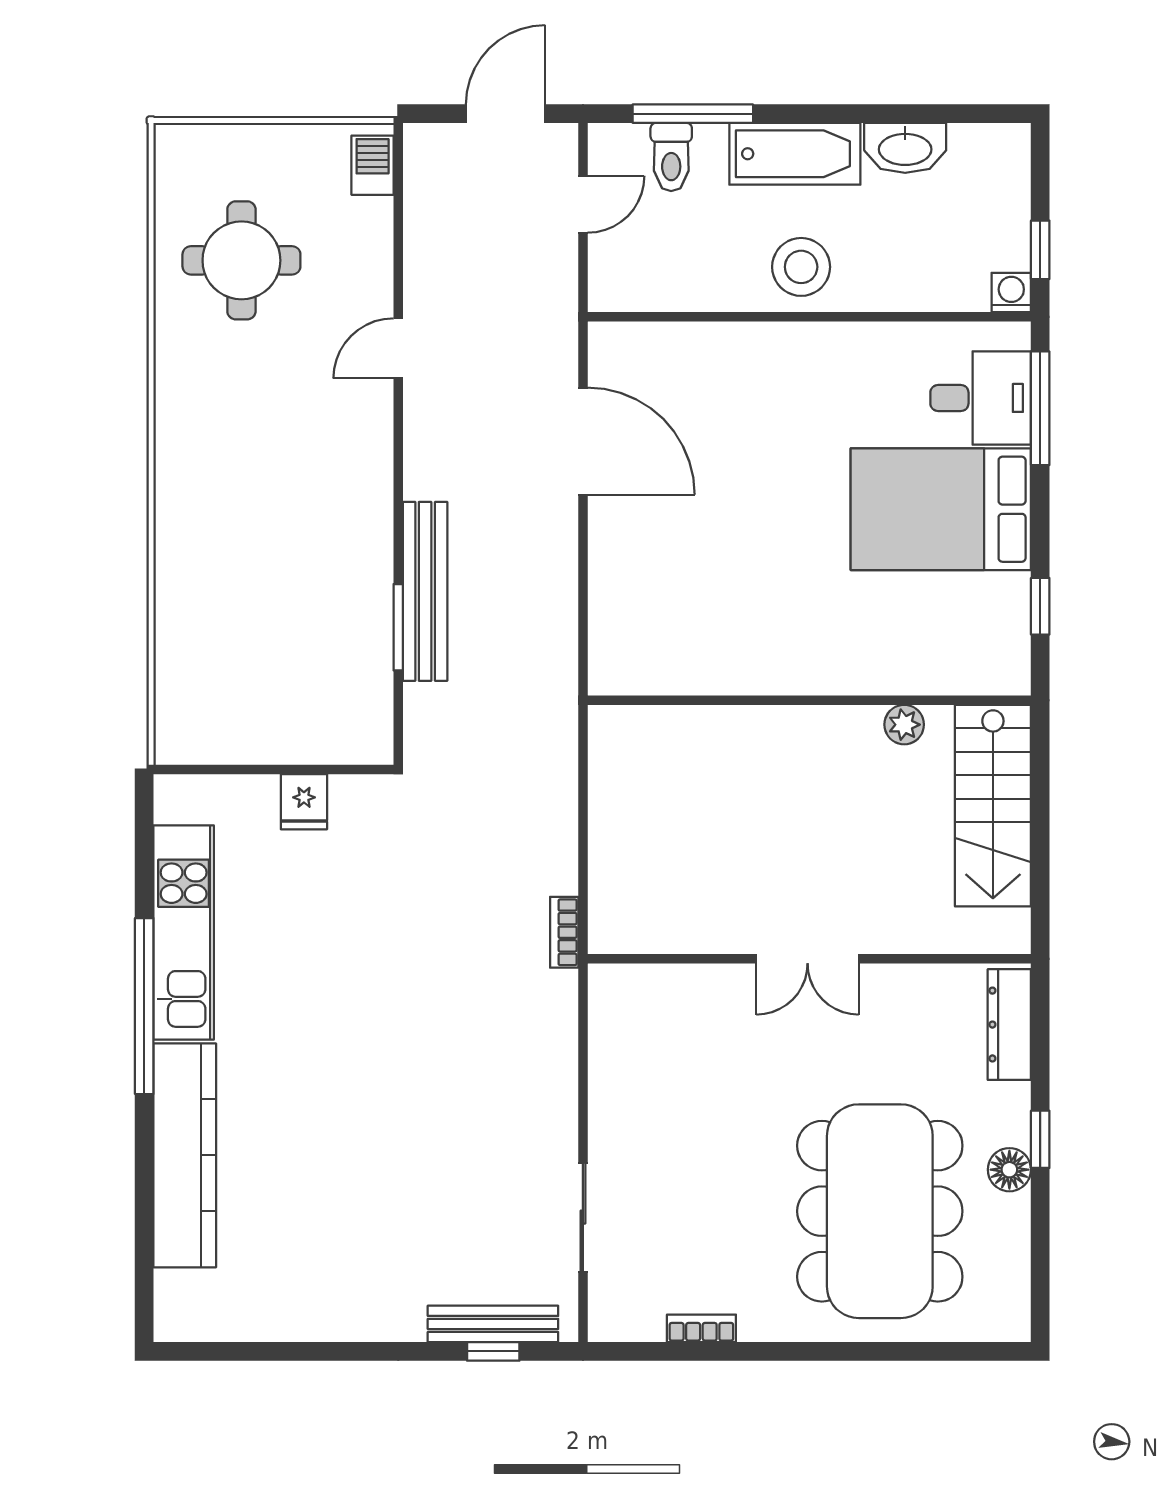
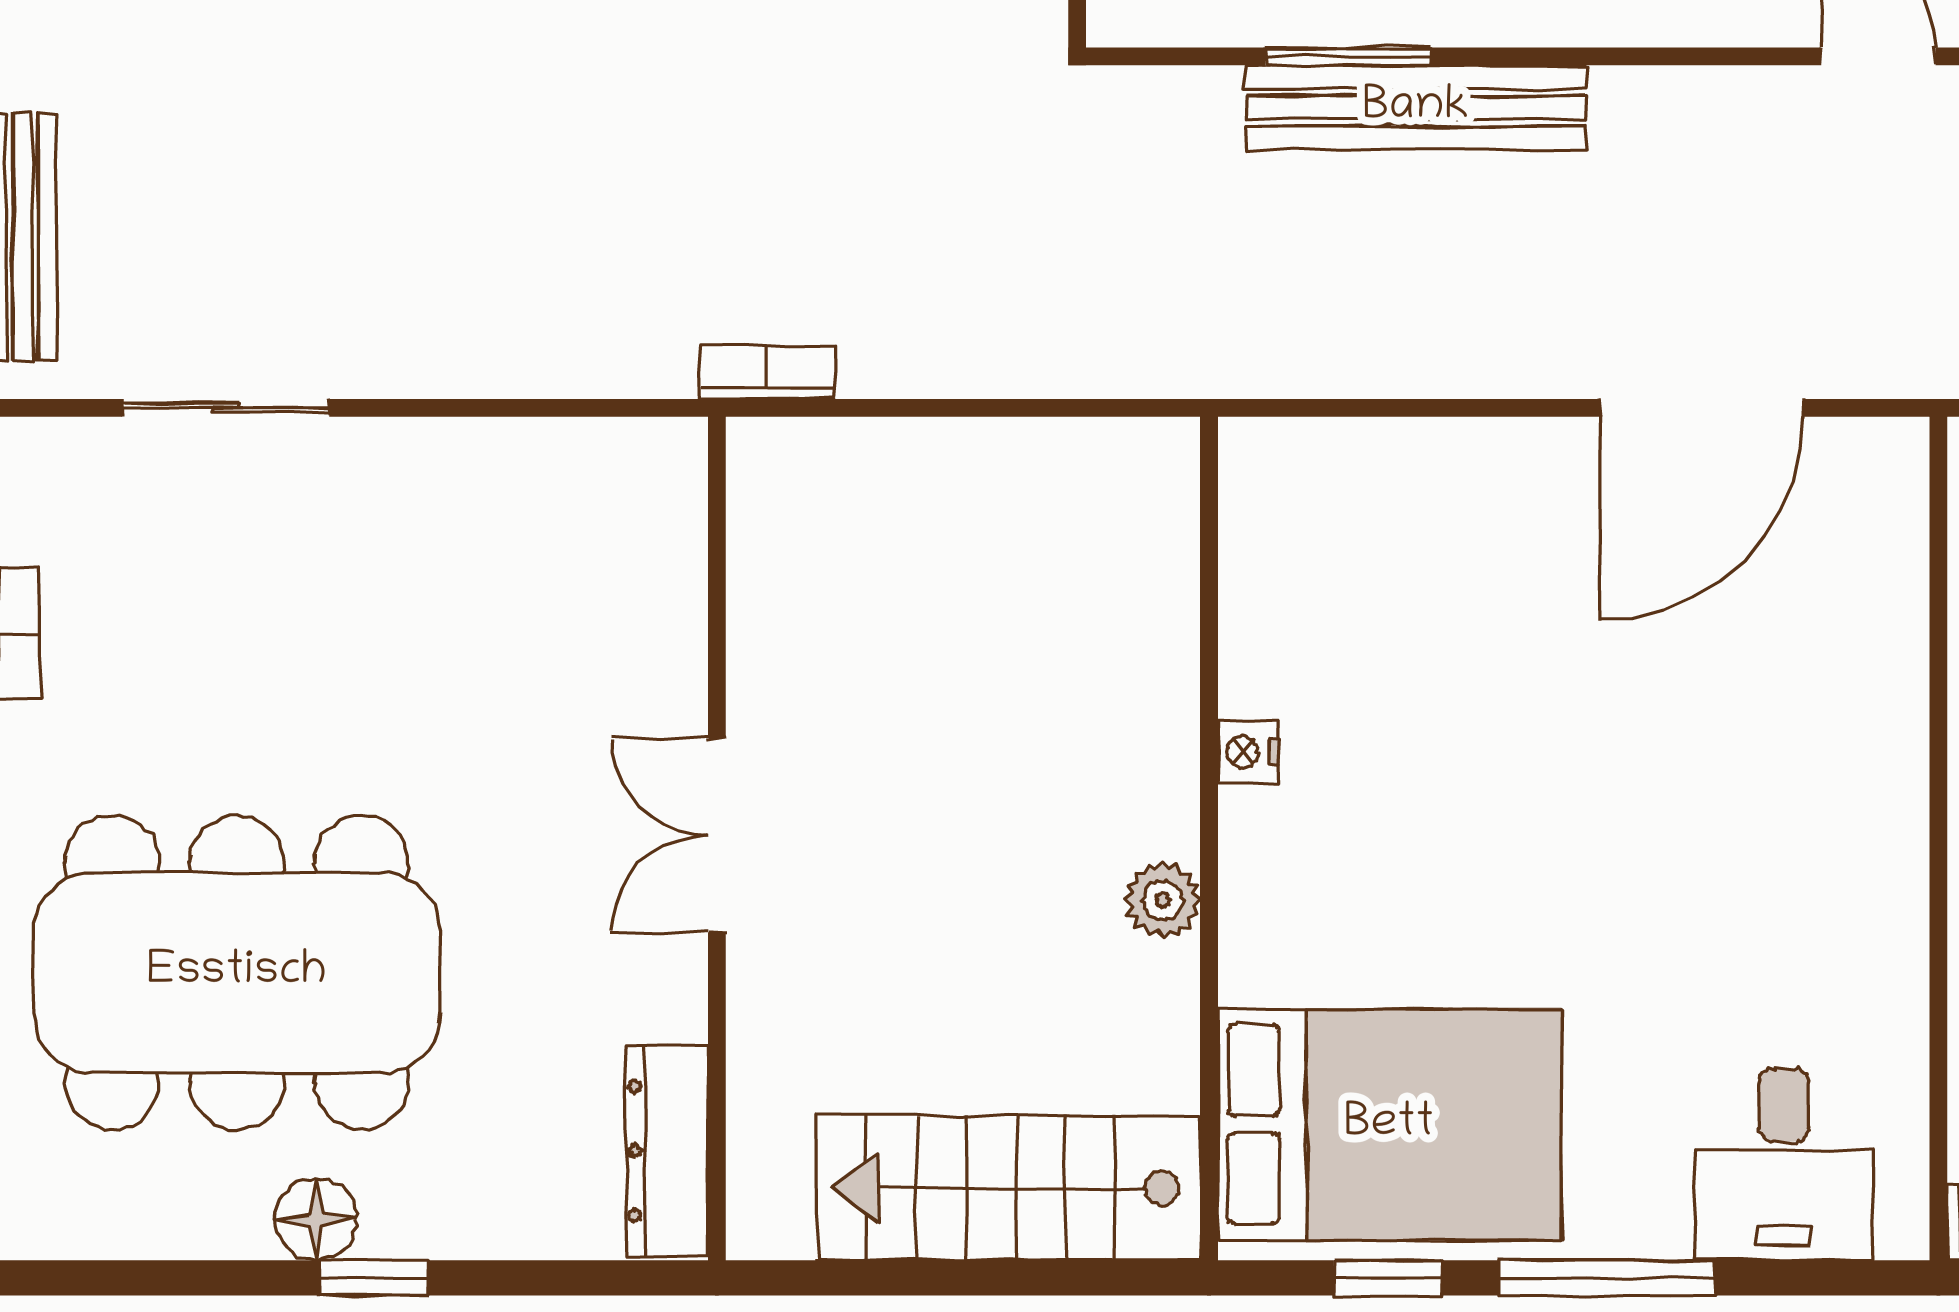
window: (1040, 408) -> (1607, 1278), moved
bed: (941, 509) -> (1389, 1125), moved, turned 90
nightstand: (764, 680) -> (1248, 752), added
plant: (904, 725) -> (1163, 900), moved
dresser: (1009, 1025) -> (667, 1151), moved, turned -90

